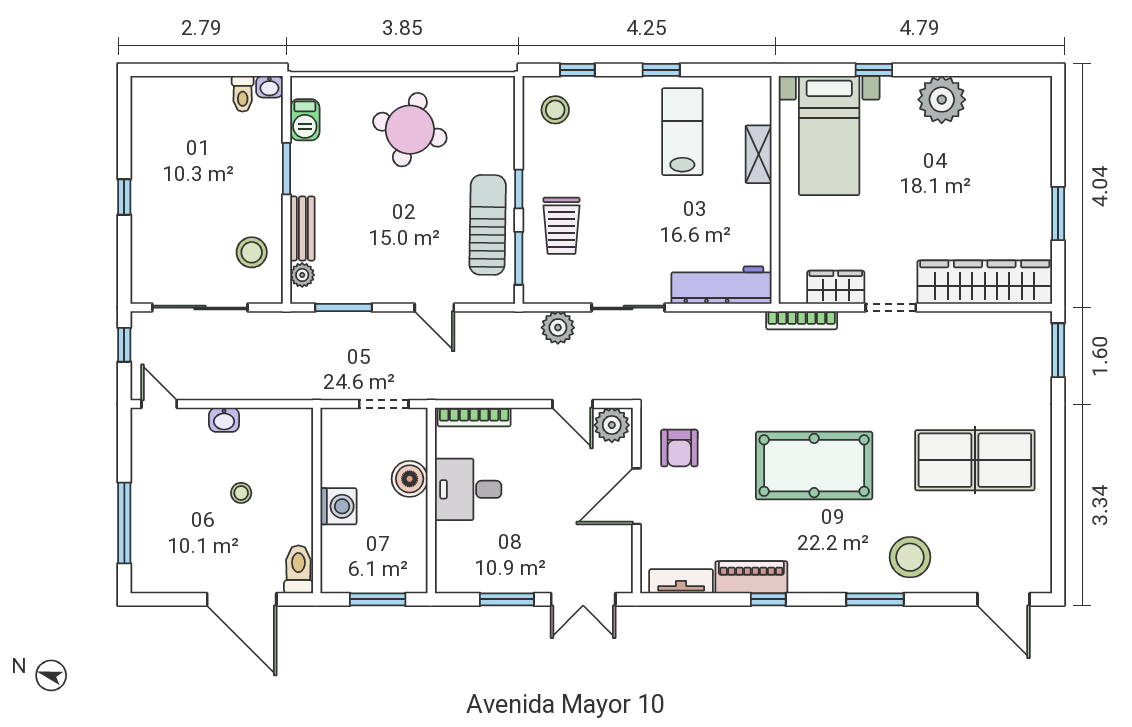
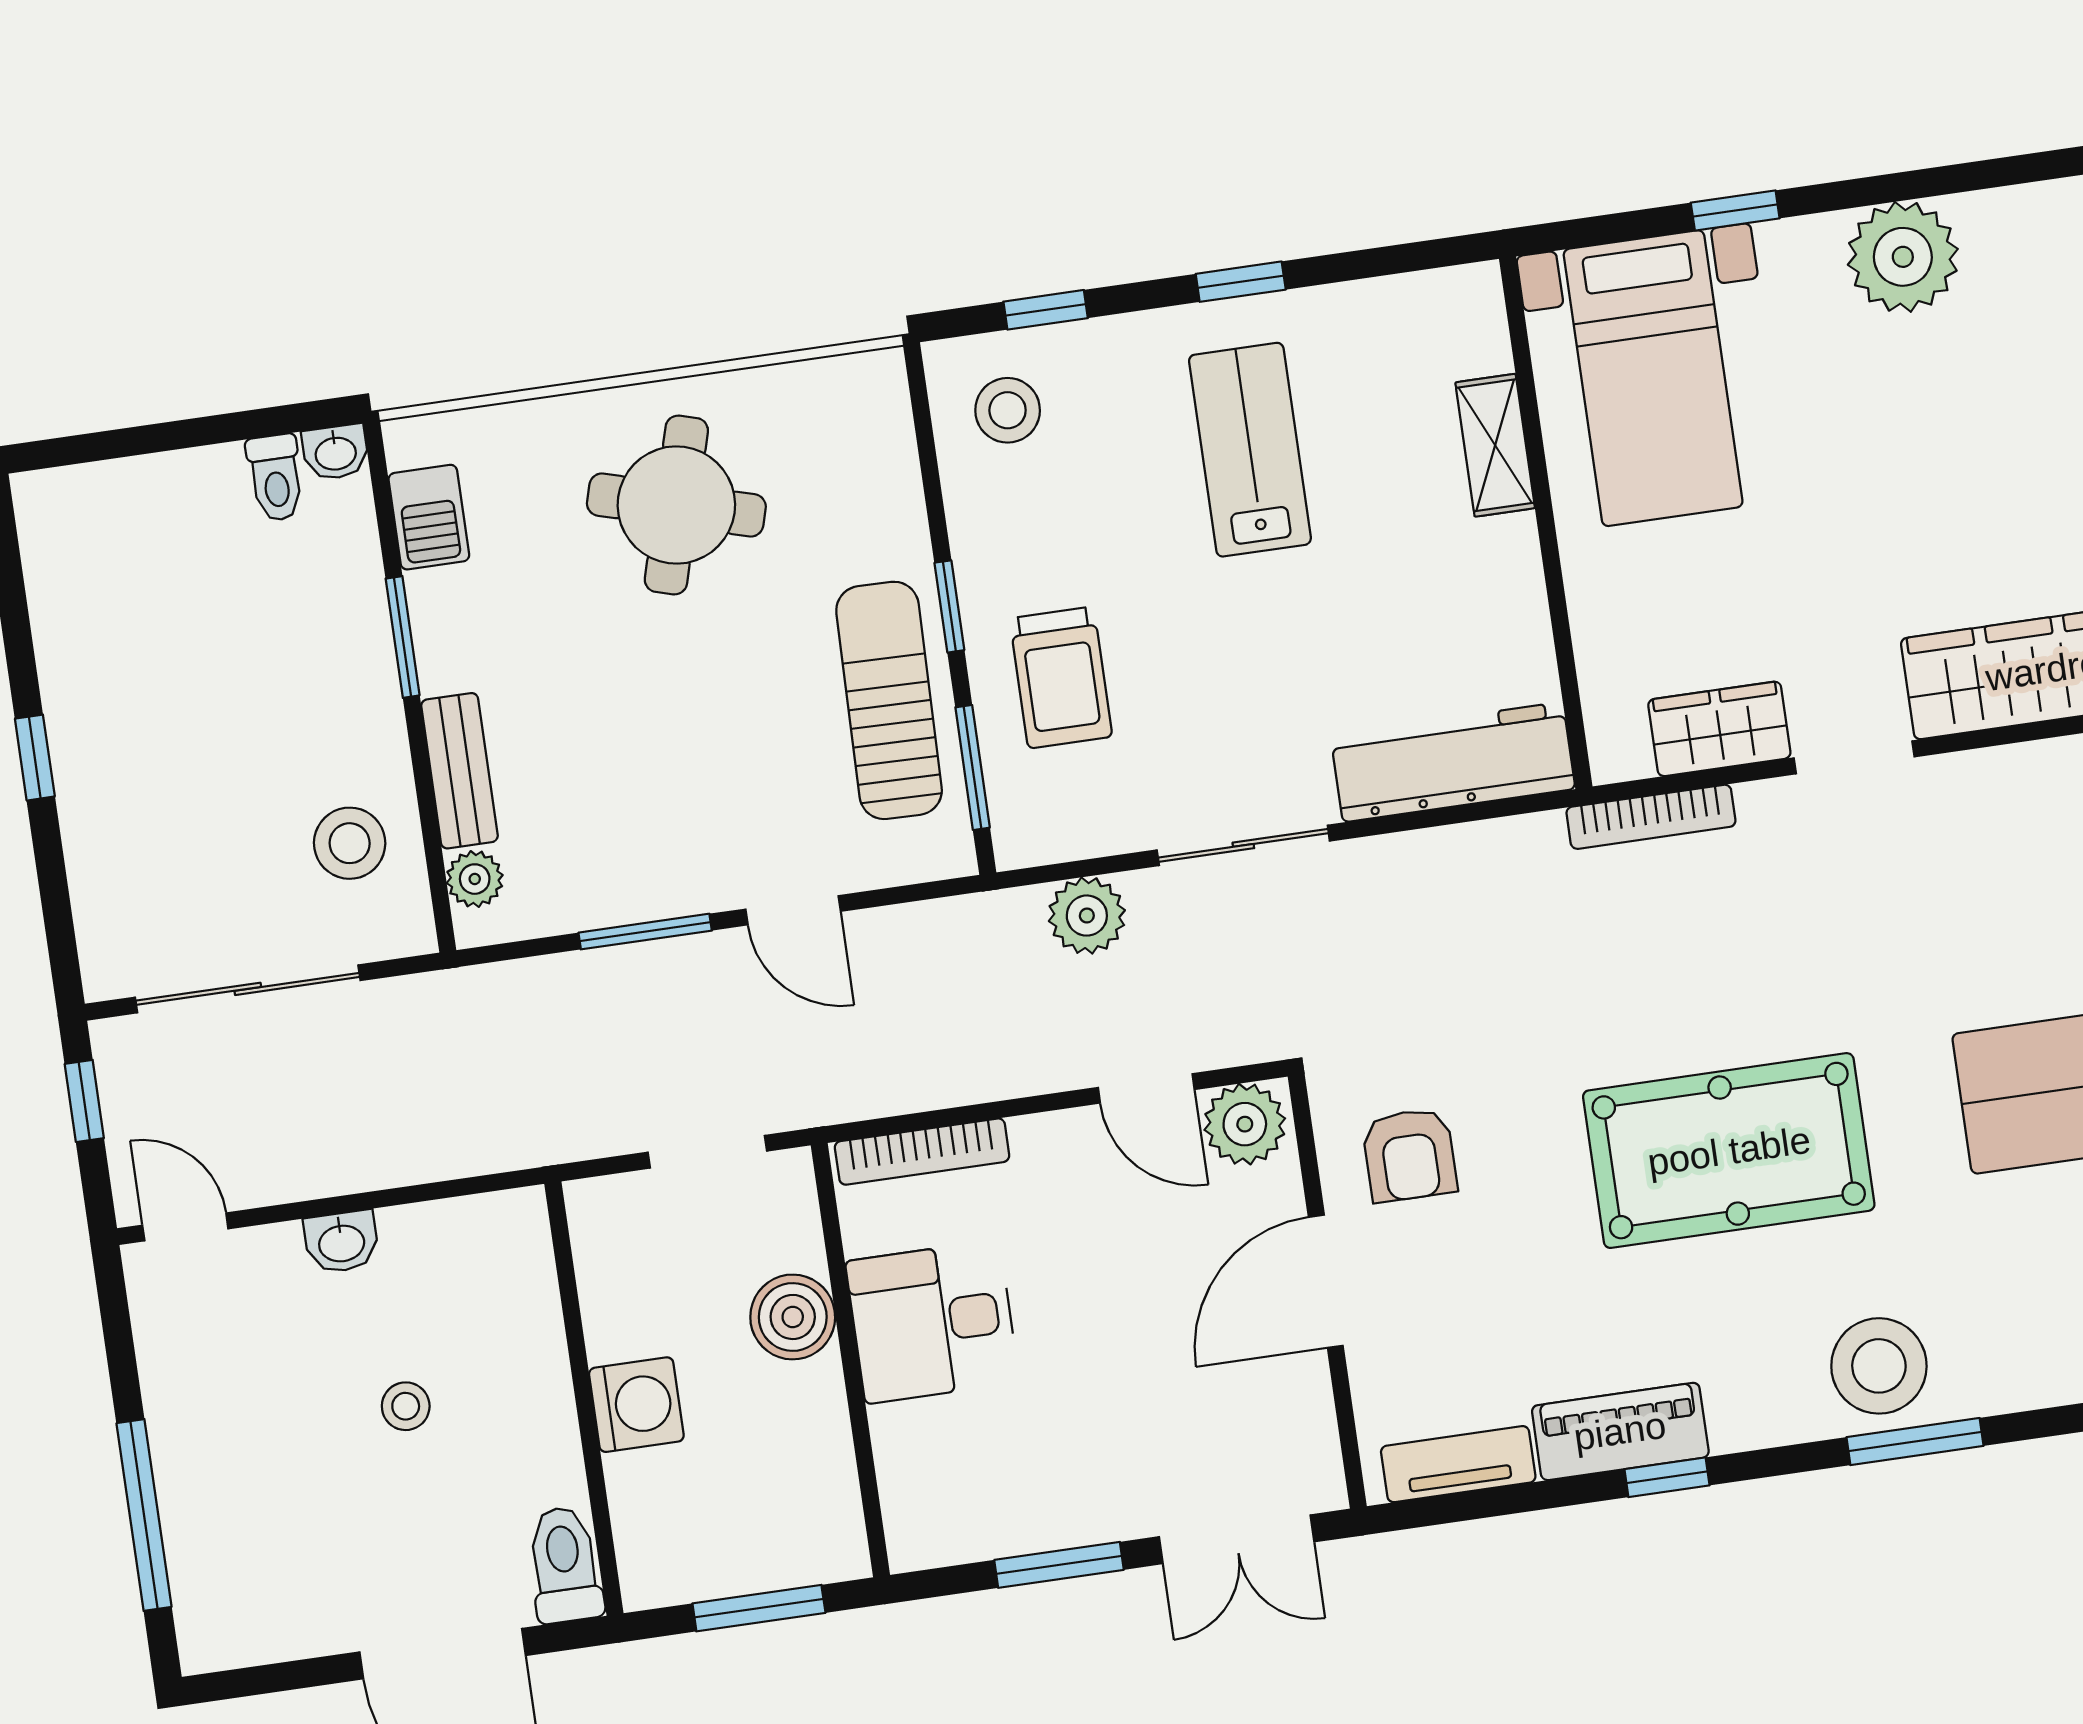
lab bench: (682, 132) -> (1250, 450), moved
window: (343, 308) -> (645, 932), moved
stool: (910, 557) -> (1879, 1366), moved

